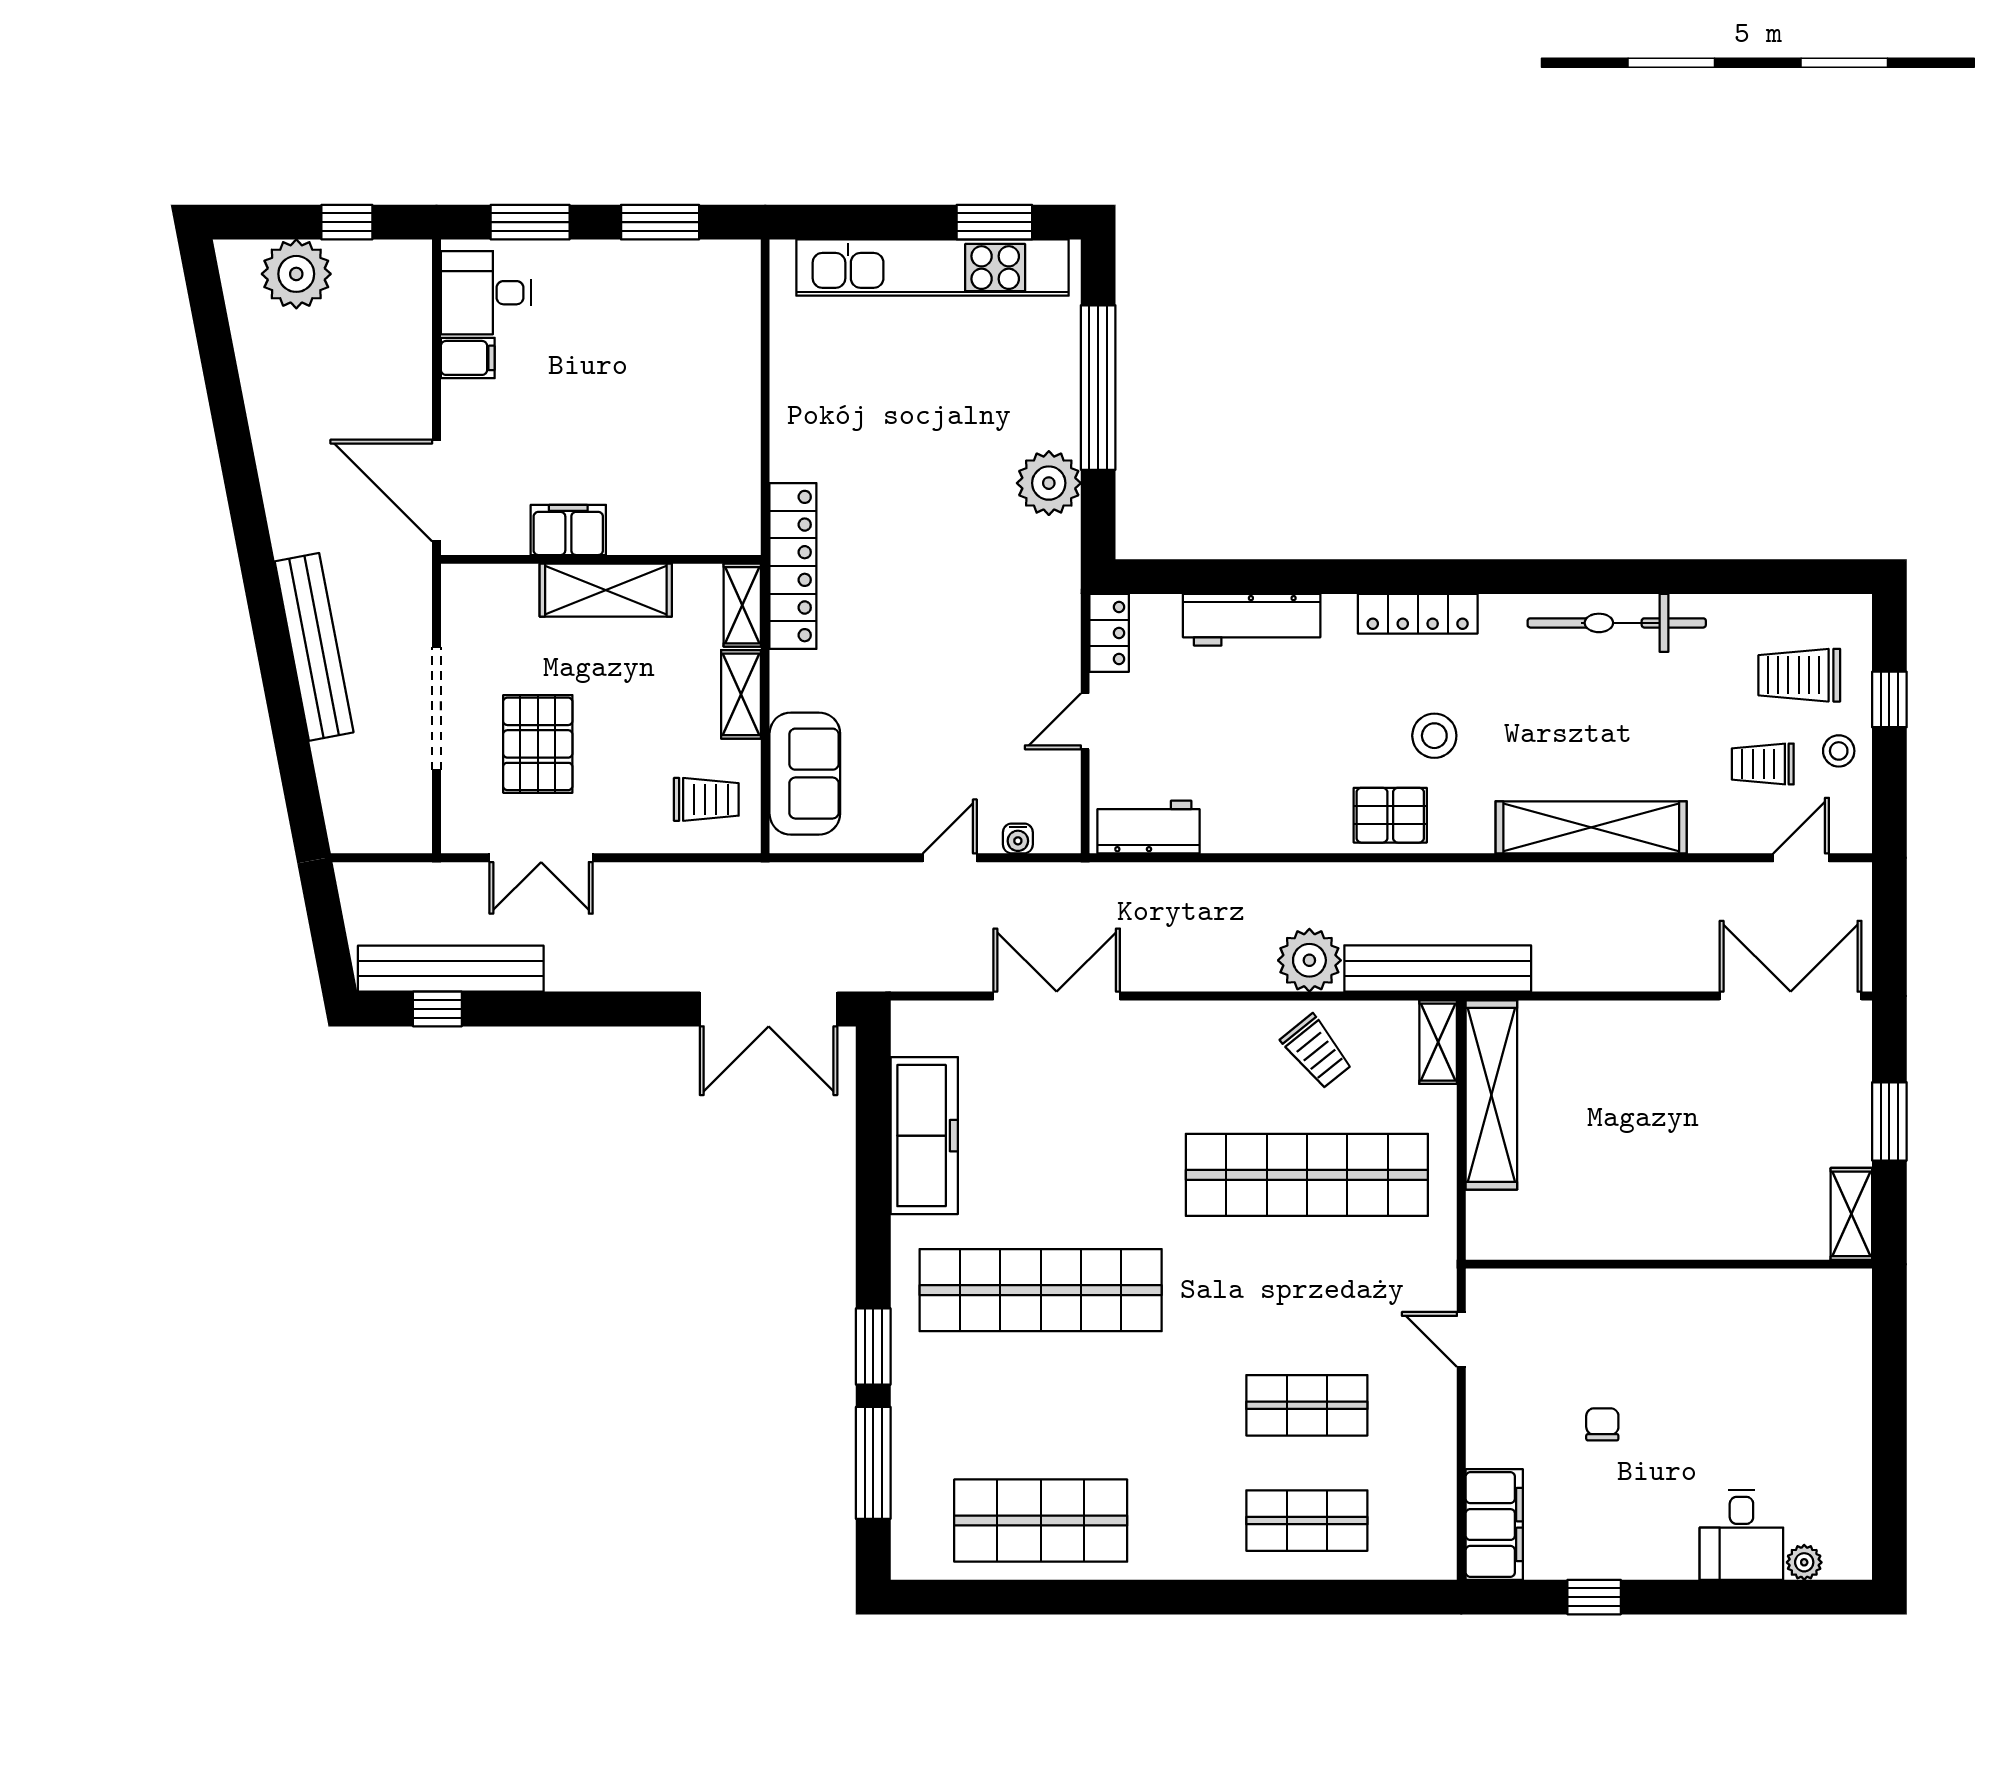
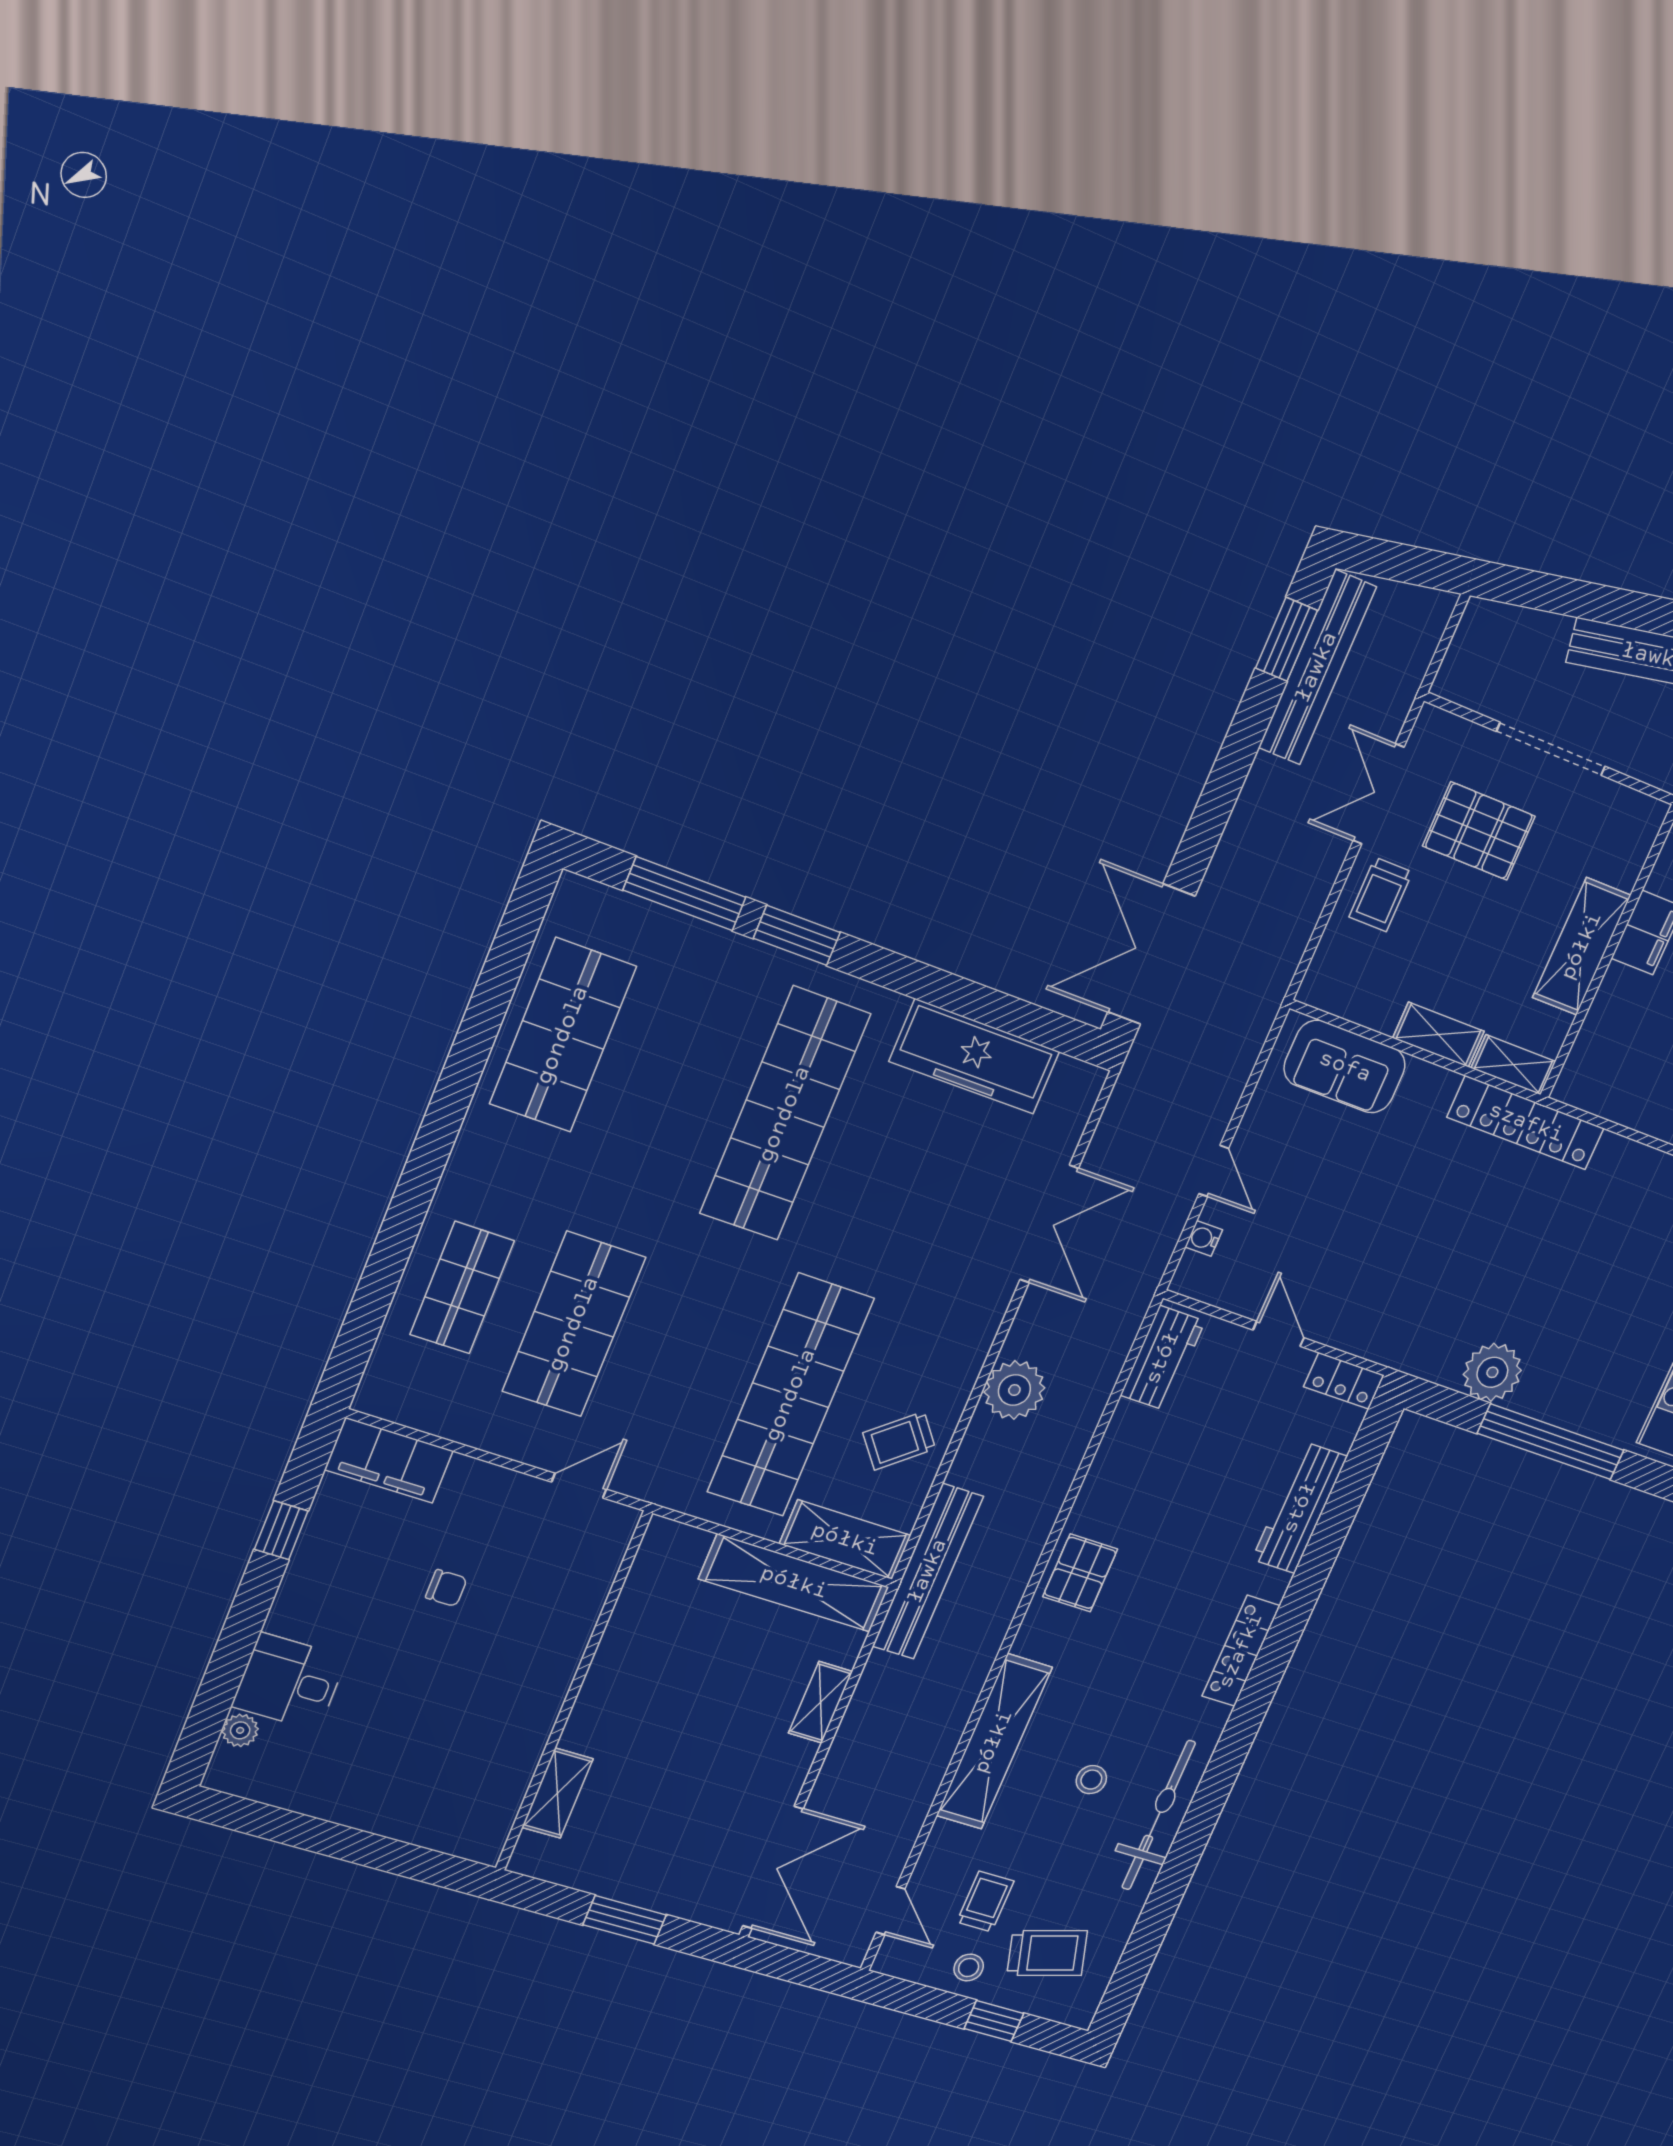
trolley: (1799, 675) -> (1047, 1953), turned 74
stool: (1434, 736) -> (1091, 1780), moved, width x0.73, depth x0.73
trolley: (706, 799) -> (1381, 894), moved
plant: (1309, 960) -> (1014, 1390), moved
window: (437, 1009) -> (1286, 639), width x1.50
shelving: (1604, 1019) -> (821, 1702), added
shelving: (1438, 1042) -> (845, 1540), width x1.50, depth x1.33
shelving: (1851, 1214) -> (557, 1793), moved, turned 90
shop shelf: (1307, 1405) -> (574, 1324), width x1.43, depth x1.36

